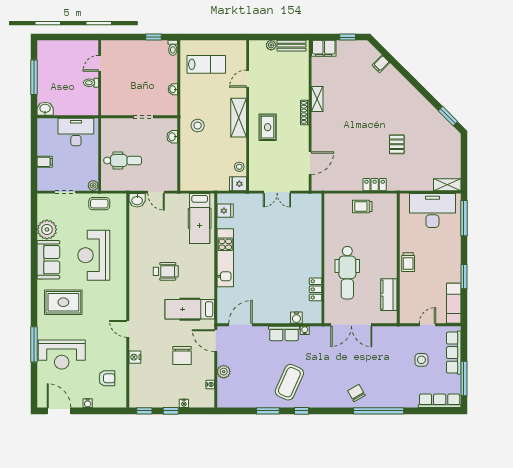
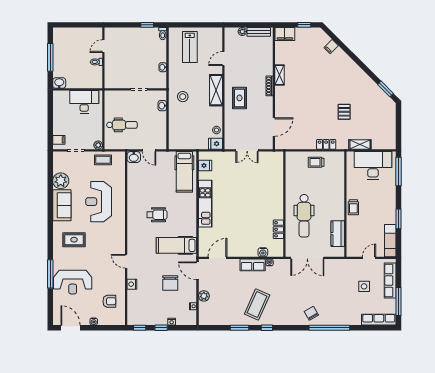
lab bench: (206, 64) -> (190, 47), turned 90
filing cabinet: (45, 162) -> (59, 140), moved
shelving: (447, 185) -> (360, 144), moved
rug: (63, 302) -> (74, 240), width x0.73, depth x0.70

